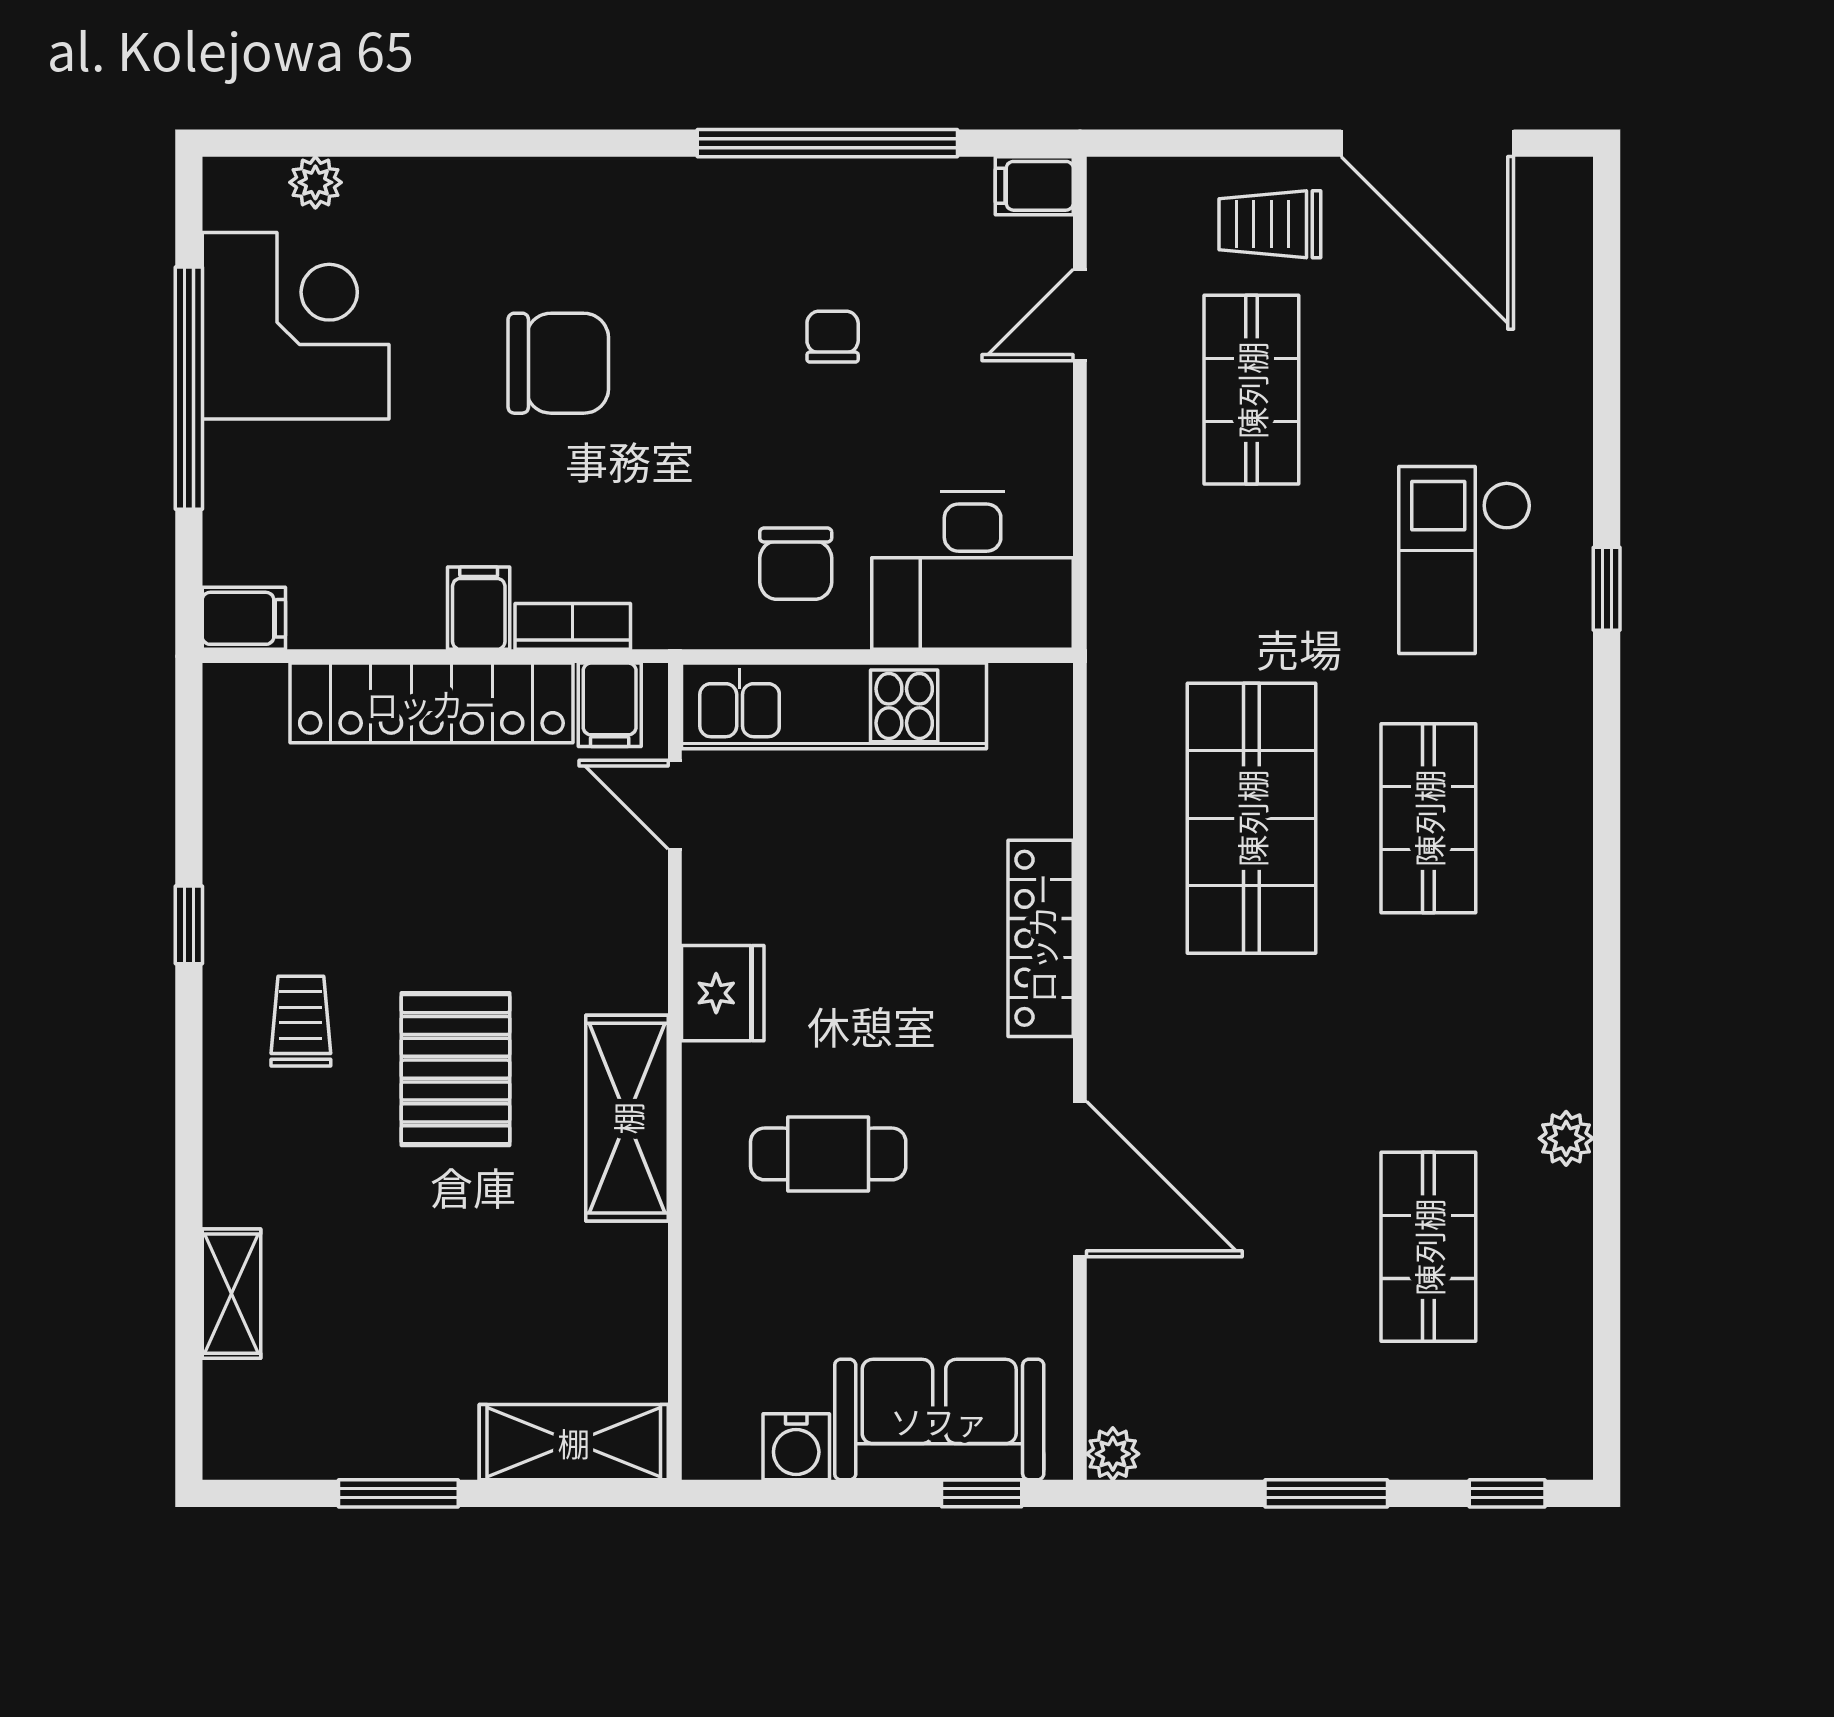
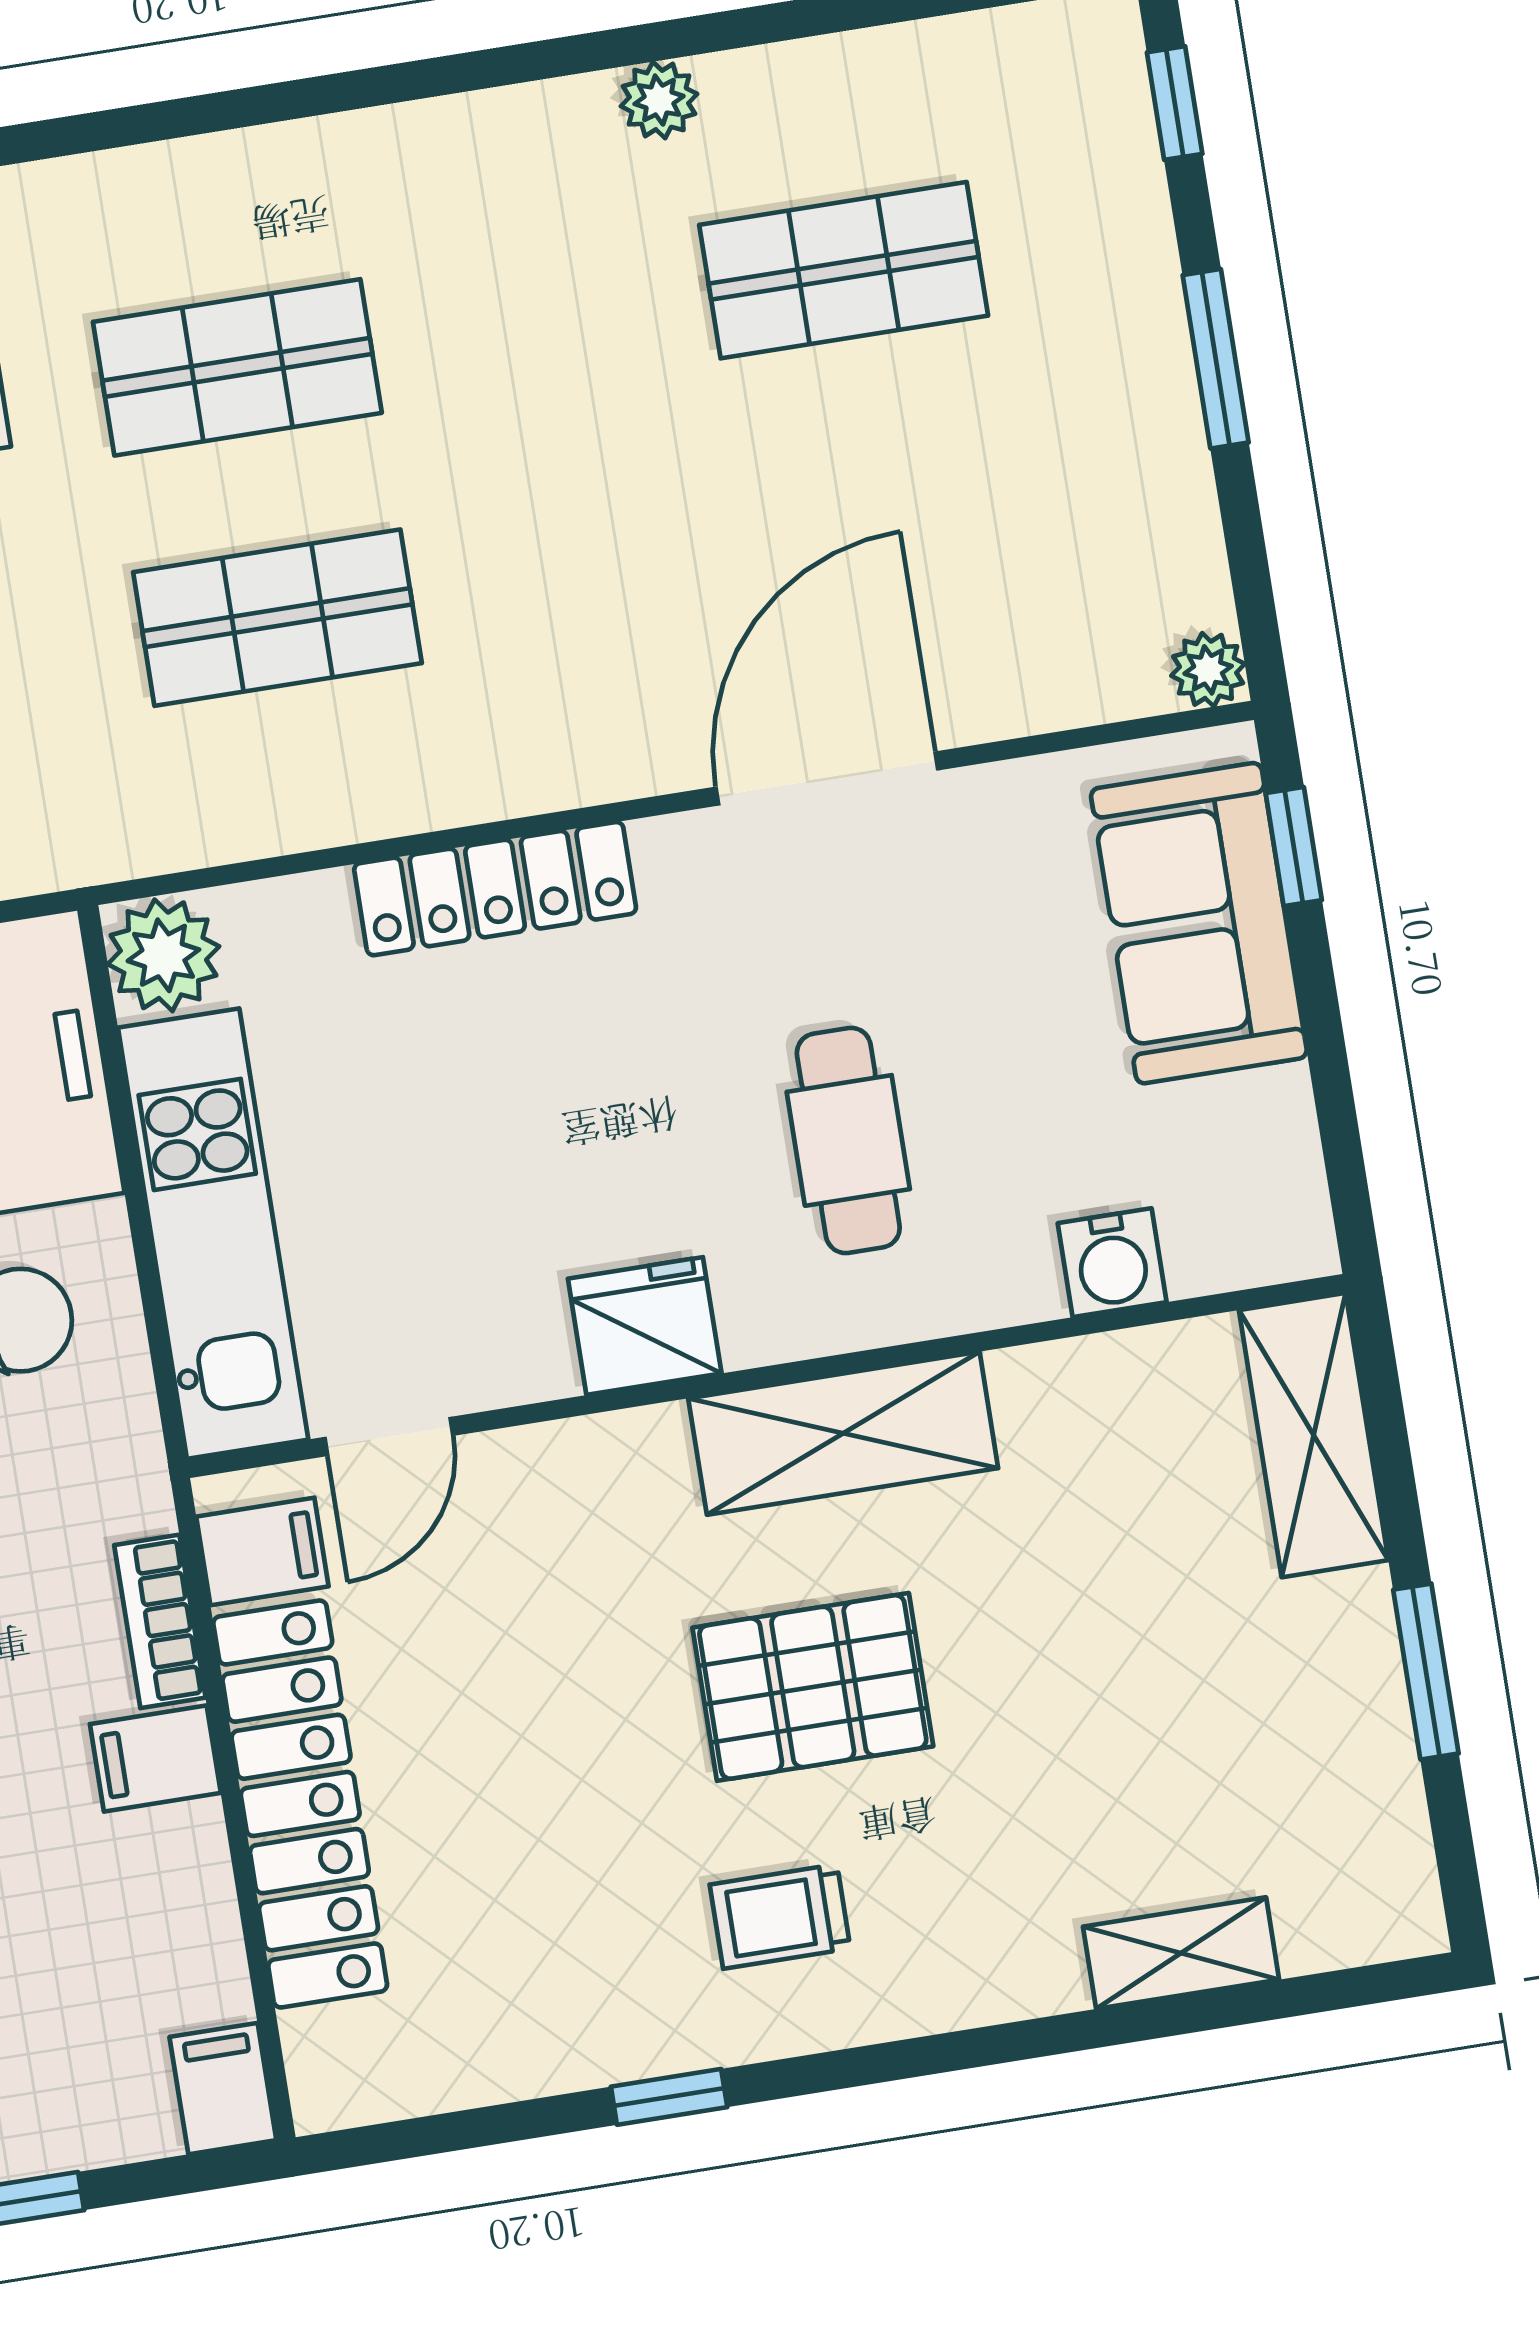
plant: (1031, 702) -> (163, 955), added
shop shelf: (1251, 818) -> (277, 618), width x0.70, depth x0.74
water cooler: (796, 1447) -> (1112, 1263), moved, turned 90

